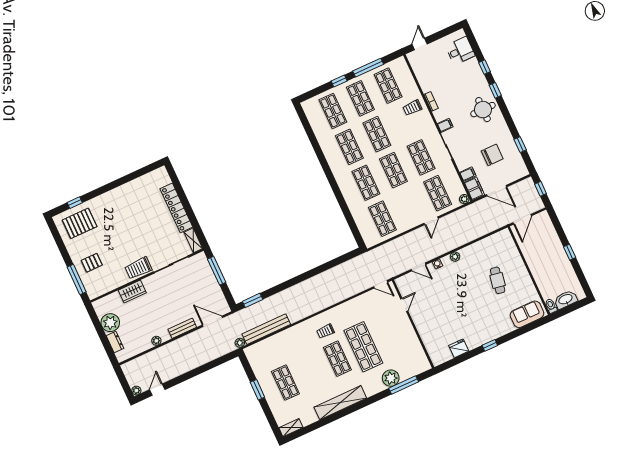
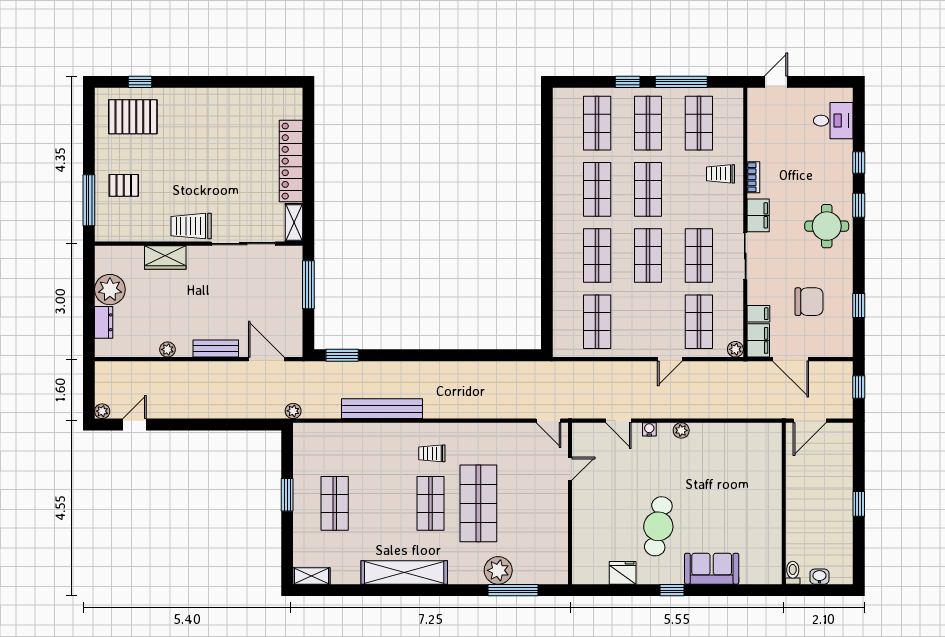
filing cabinet: (445, 125) -> (758, 215), width x2.00
cafe table: (498, 280) -> (658, 526), moved, width x1.37, depth x1.35
washbasin: (566, 299) -> (819, 577), width x0.52, depth x0.69
sofa: (527, 314) -> (712, 569), moved
bench: (266, 329) -> (382, 409), moved

